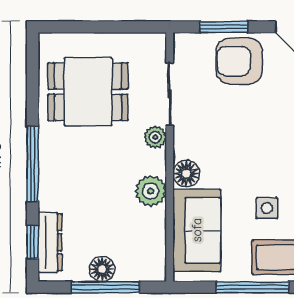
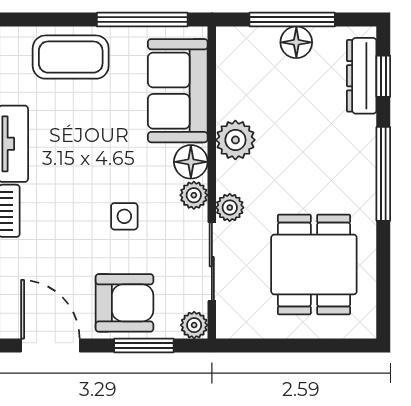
plant: (184, 43) -> (194, 325), added
dining table: (88, 92) -> (314, 264), turned 90
plant: (184, 147) -> (194, 195), added
side table: (267, 208) -> (124, 216), moved
window: (253, 287) -> (142, 20), moved

